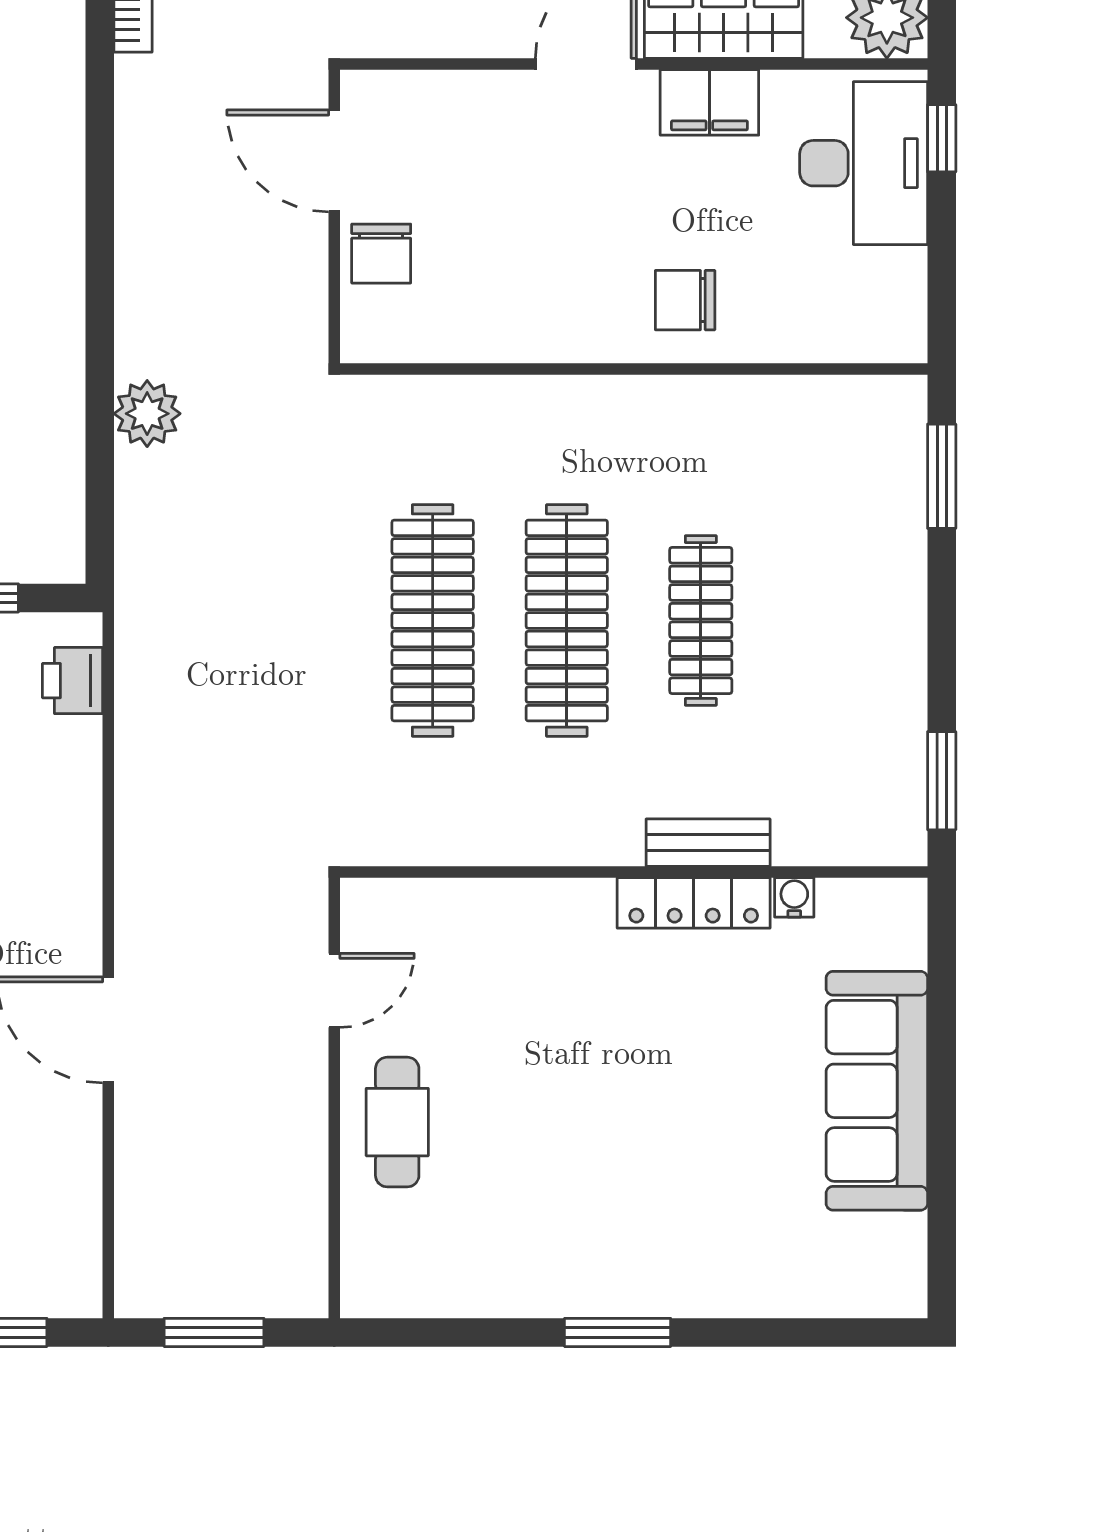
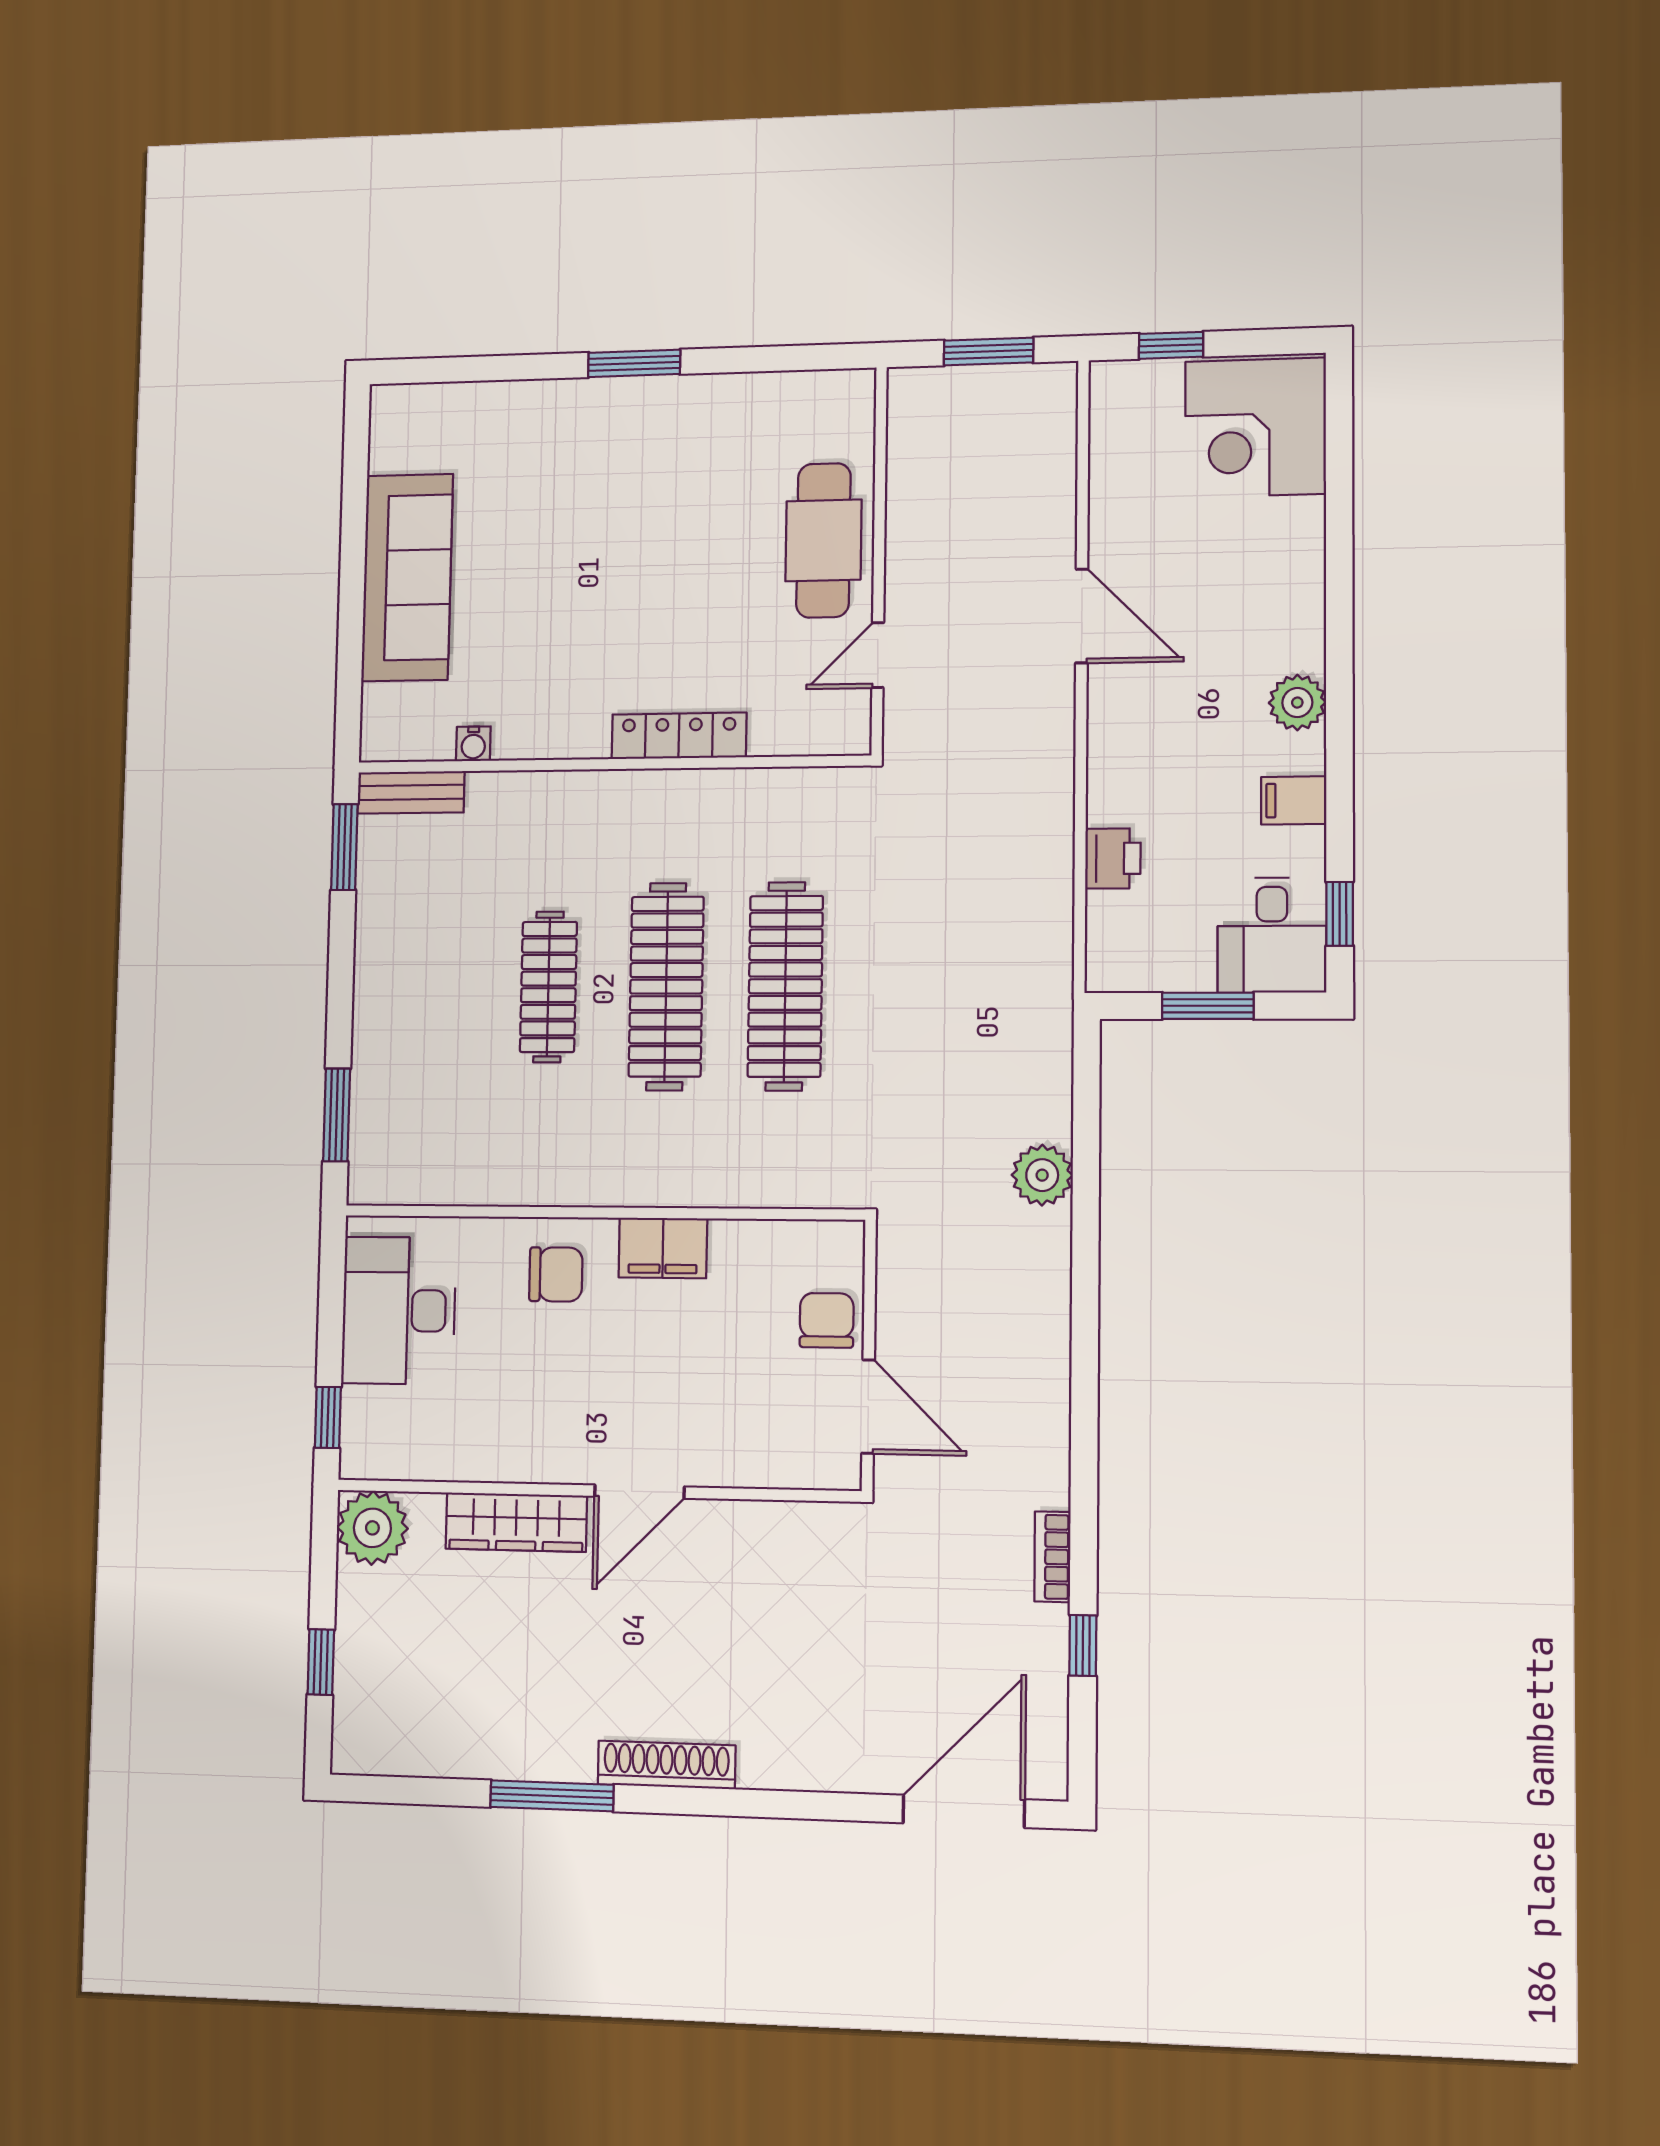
filing cabinet: (709, 102) -> (663, 1248), moved, turned 180
desk: (864, 163) -> (399, 1310), moved
printer: (73, 681) -> (1113, 858), moved
bench: (708, 843) -> (411, 792), moved
locker: (694, 903) -> (679, 736), moved
cafe table: (397, 1122) -> (823, 540), width x1.37, depth x1.35

